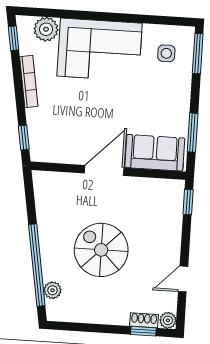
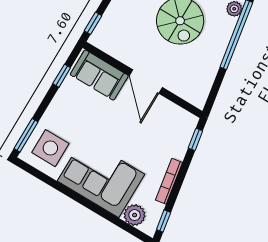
side table: (166, 53) -> (50, 148), width x1.87, depth x1.87
window: (193, 133) -> (62, 76), width x0.67
door: (104, 170) -> (146, 82), hinge flipped

